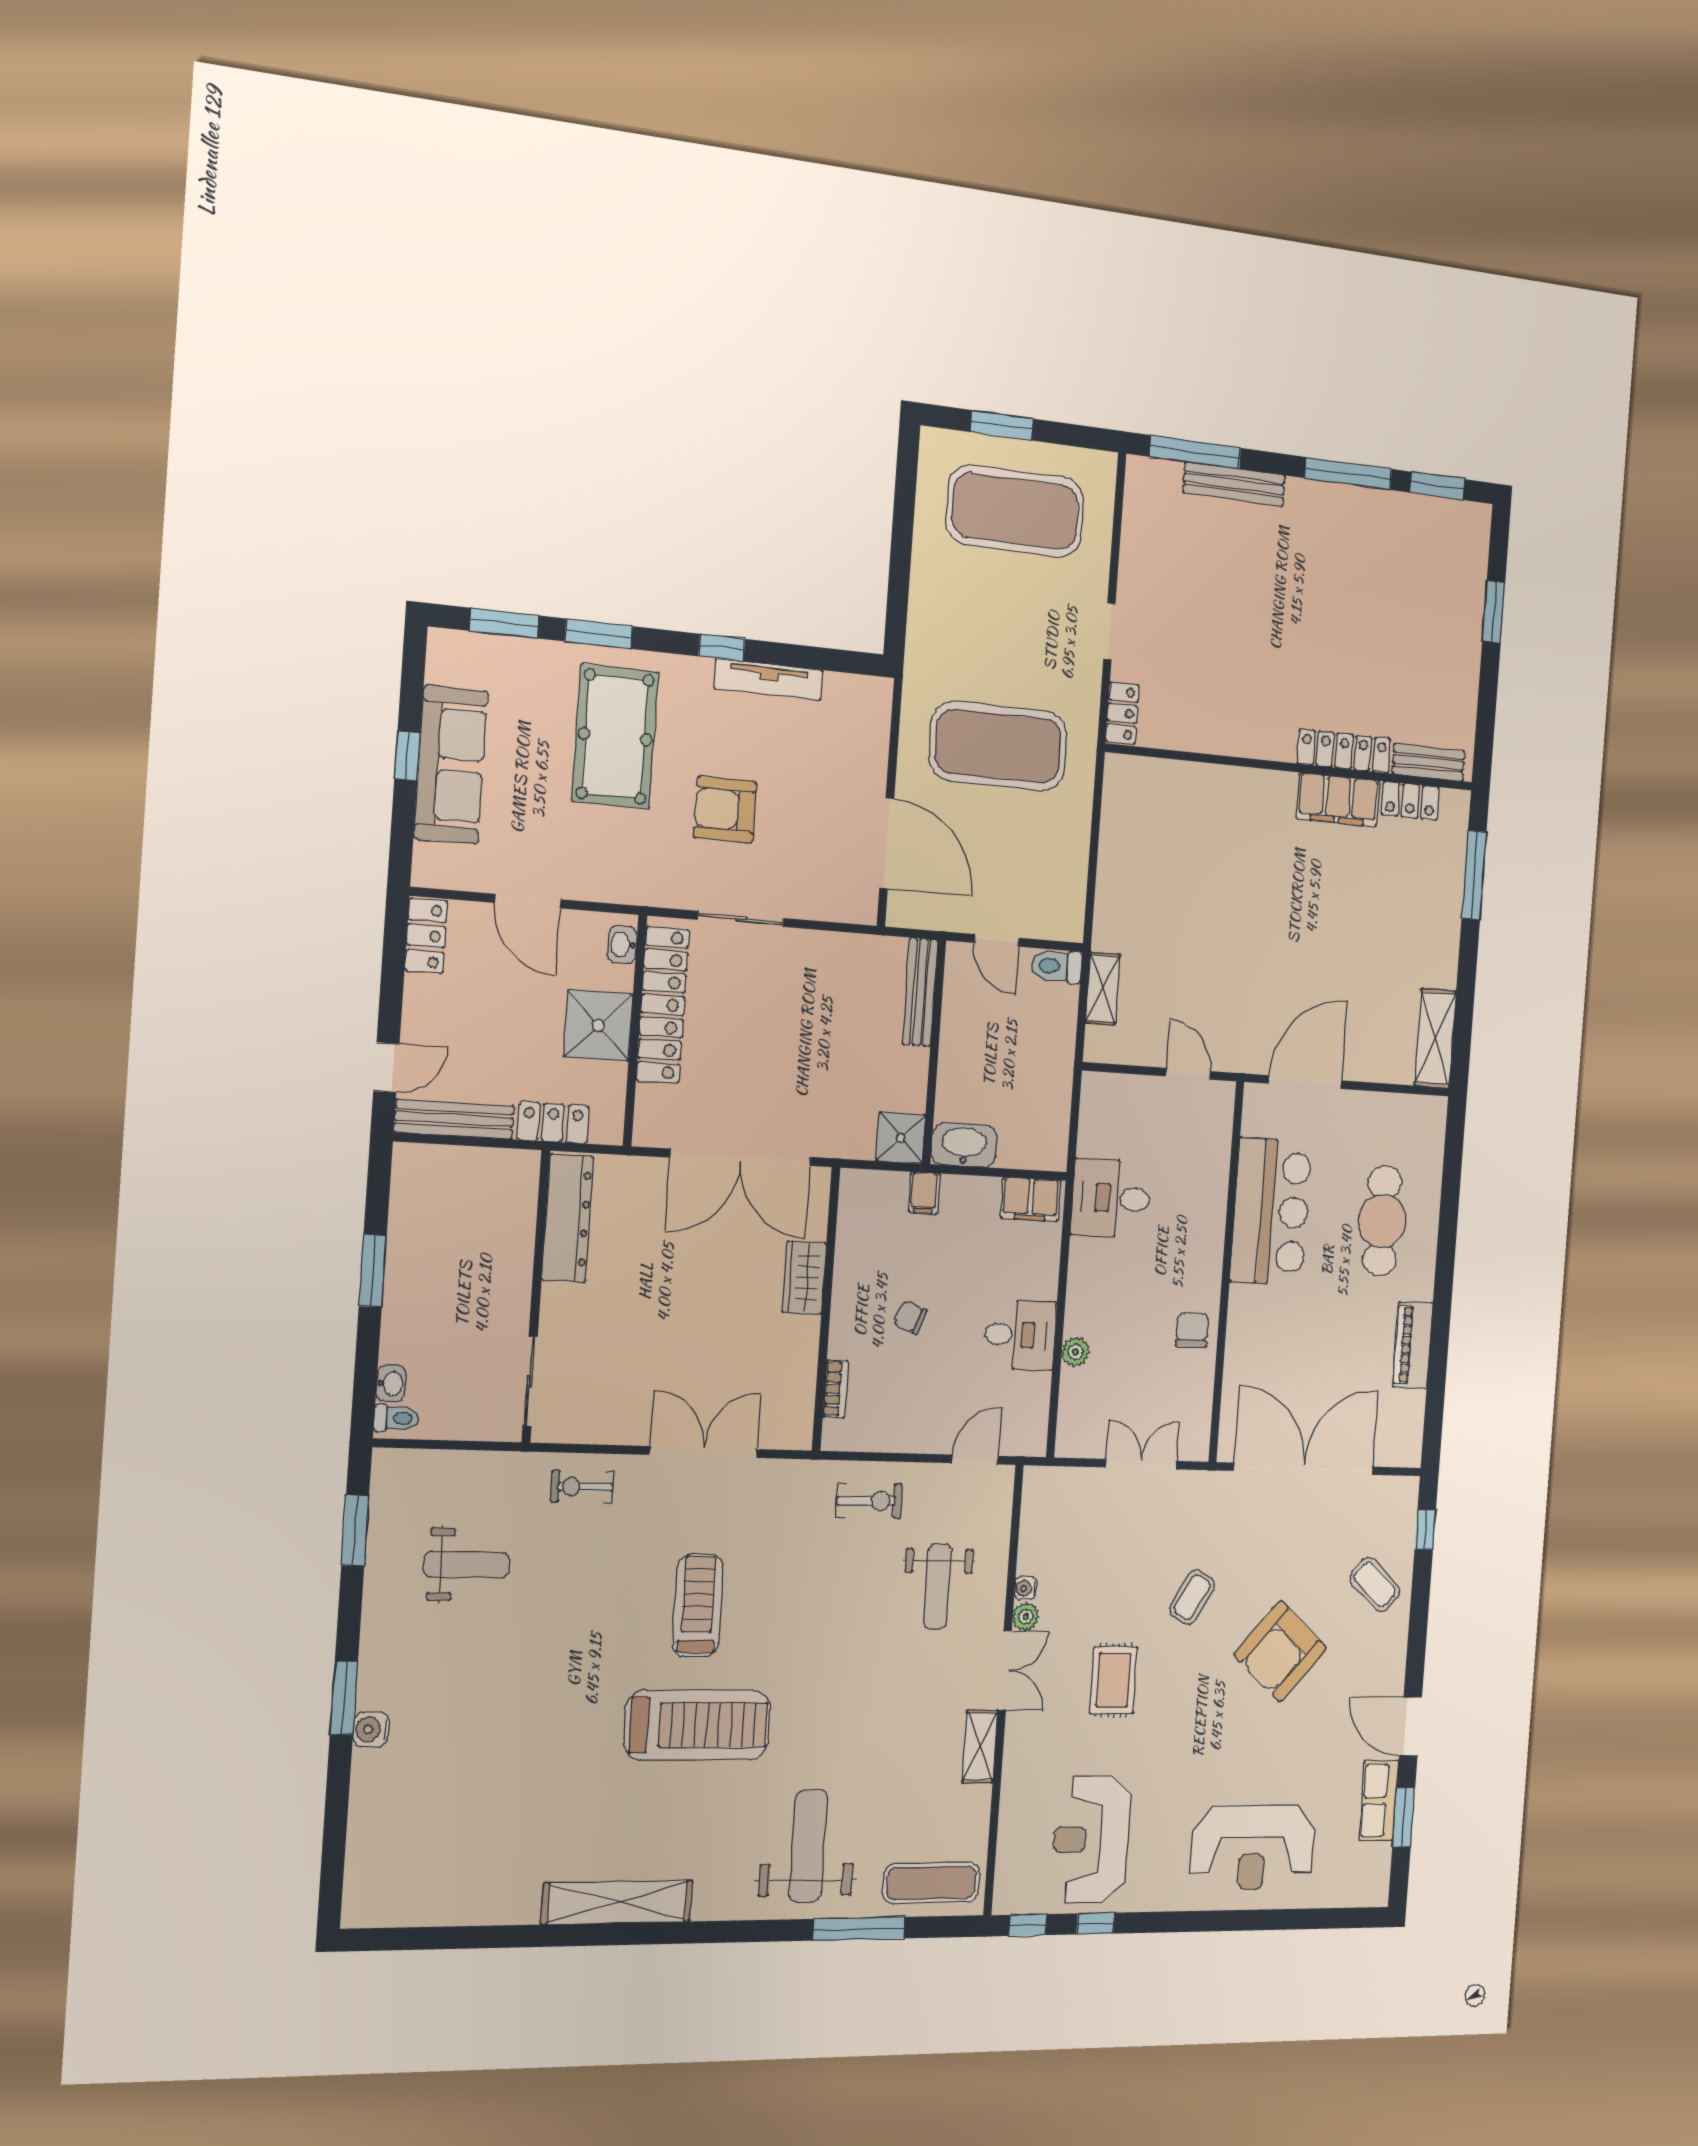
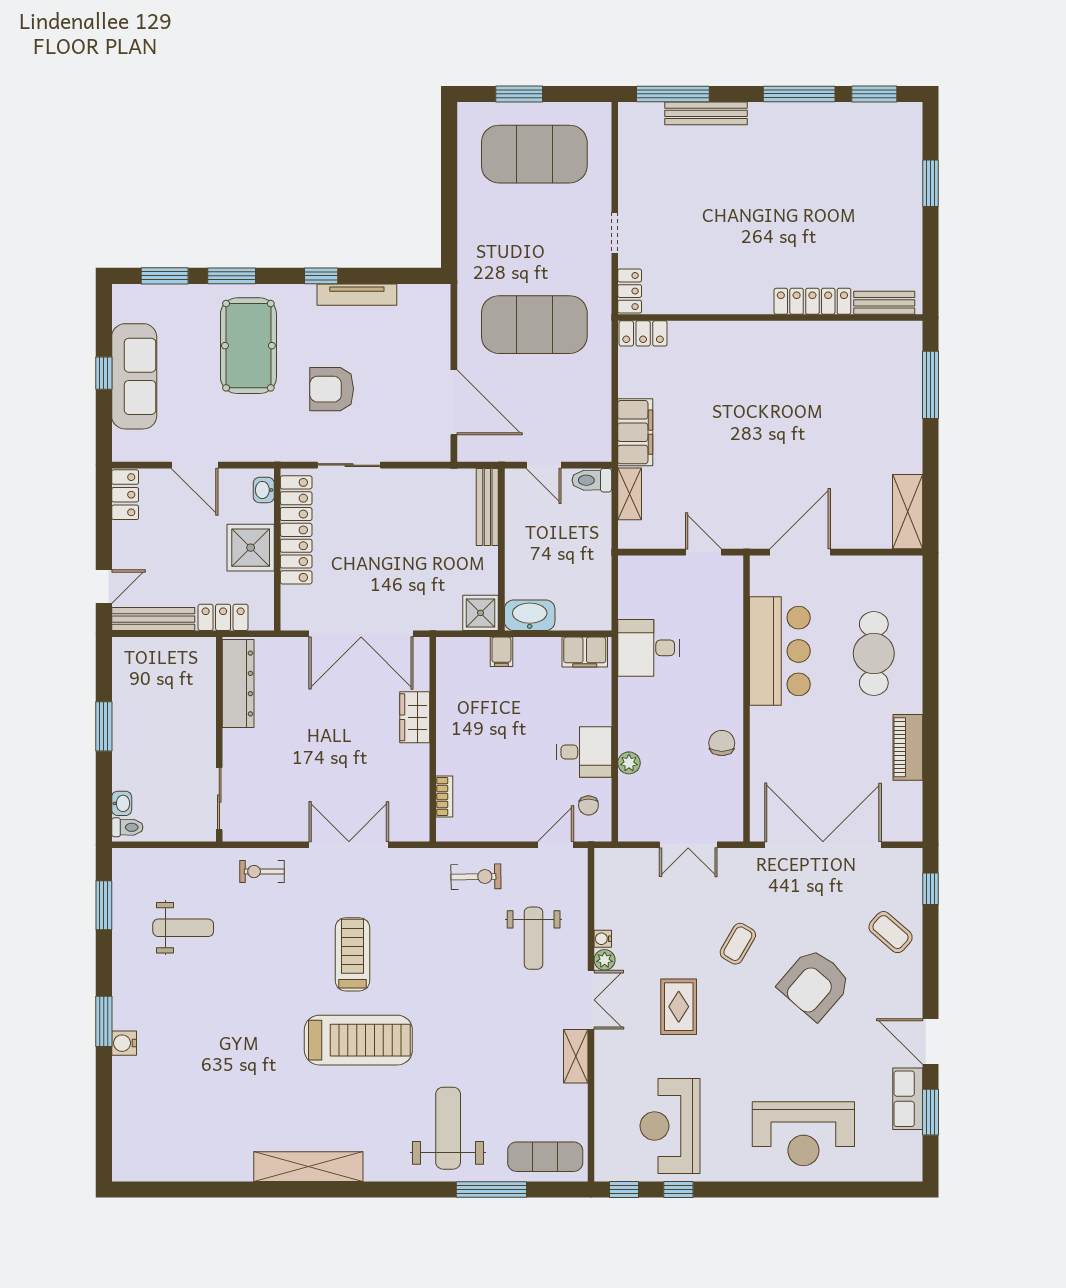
filing cabinet: (1338, 800) -> (635, 432), moved, turned -90
locker: (1410, 801) -> (643, 333), moved
chair: (911, 1318) -> (588, 805), moved, turned -111
double door: (1141, 1464) -> (688, 845), swing flipped

